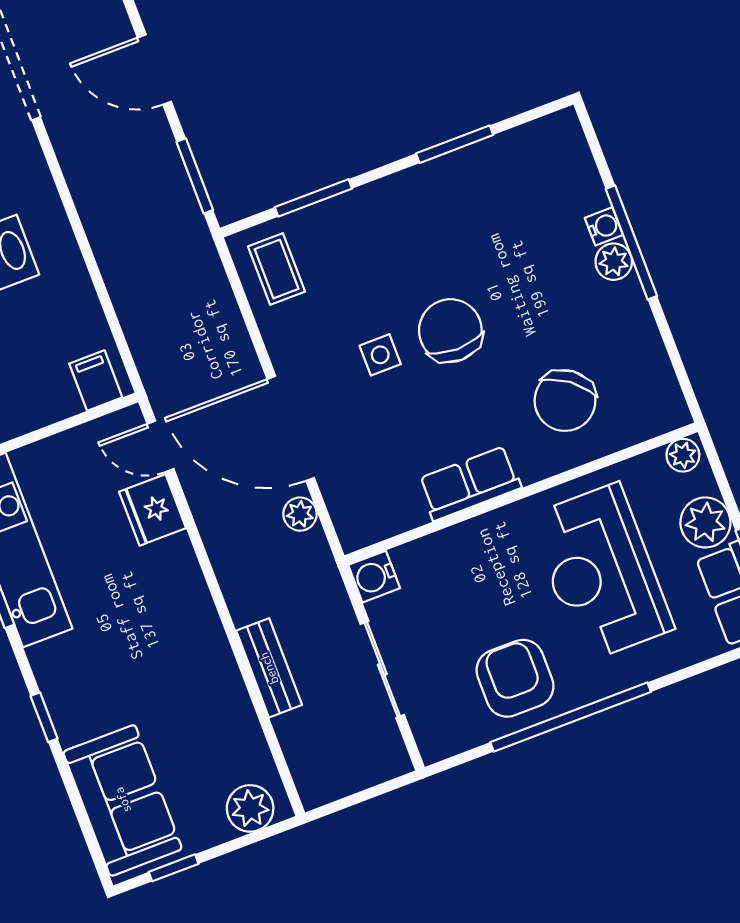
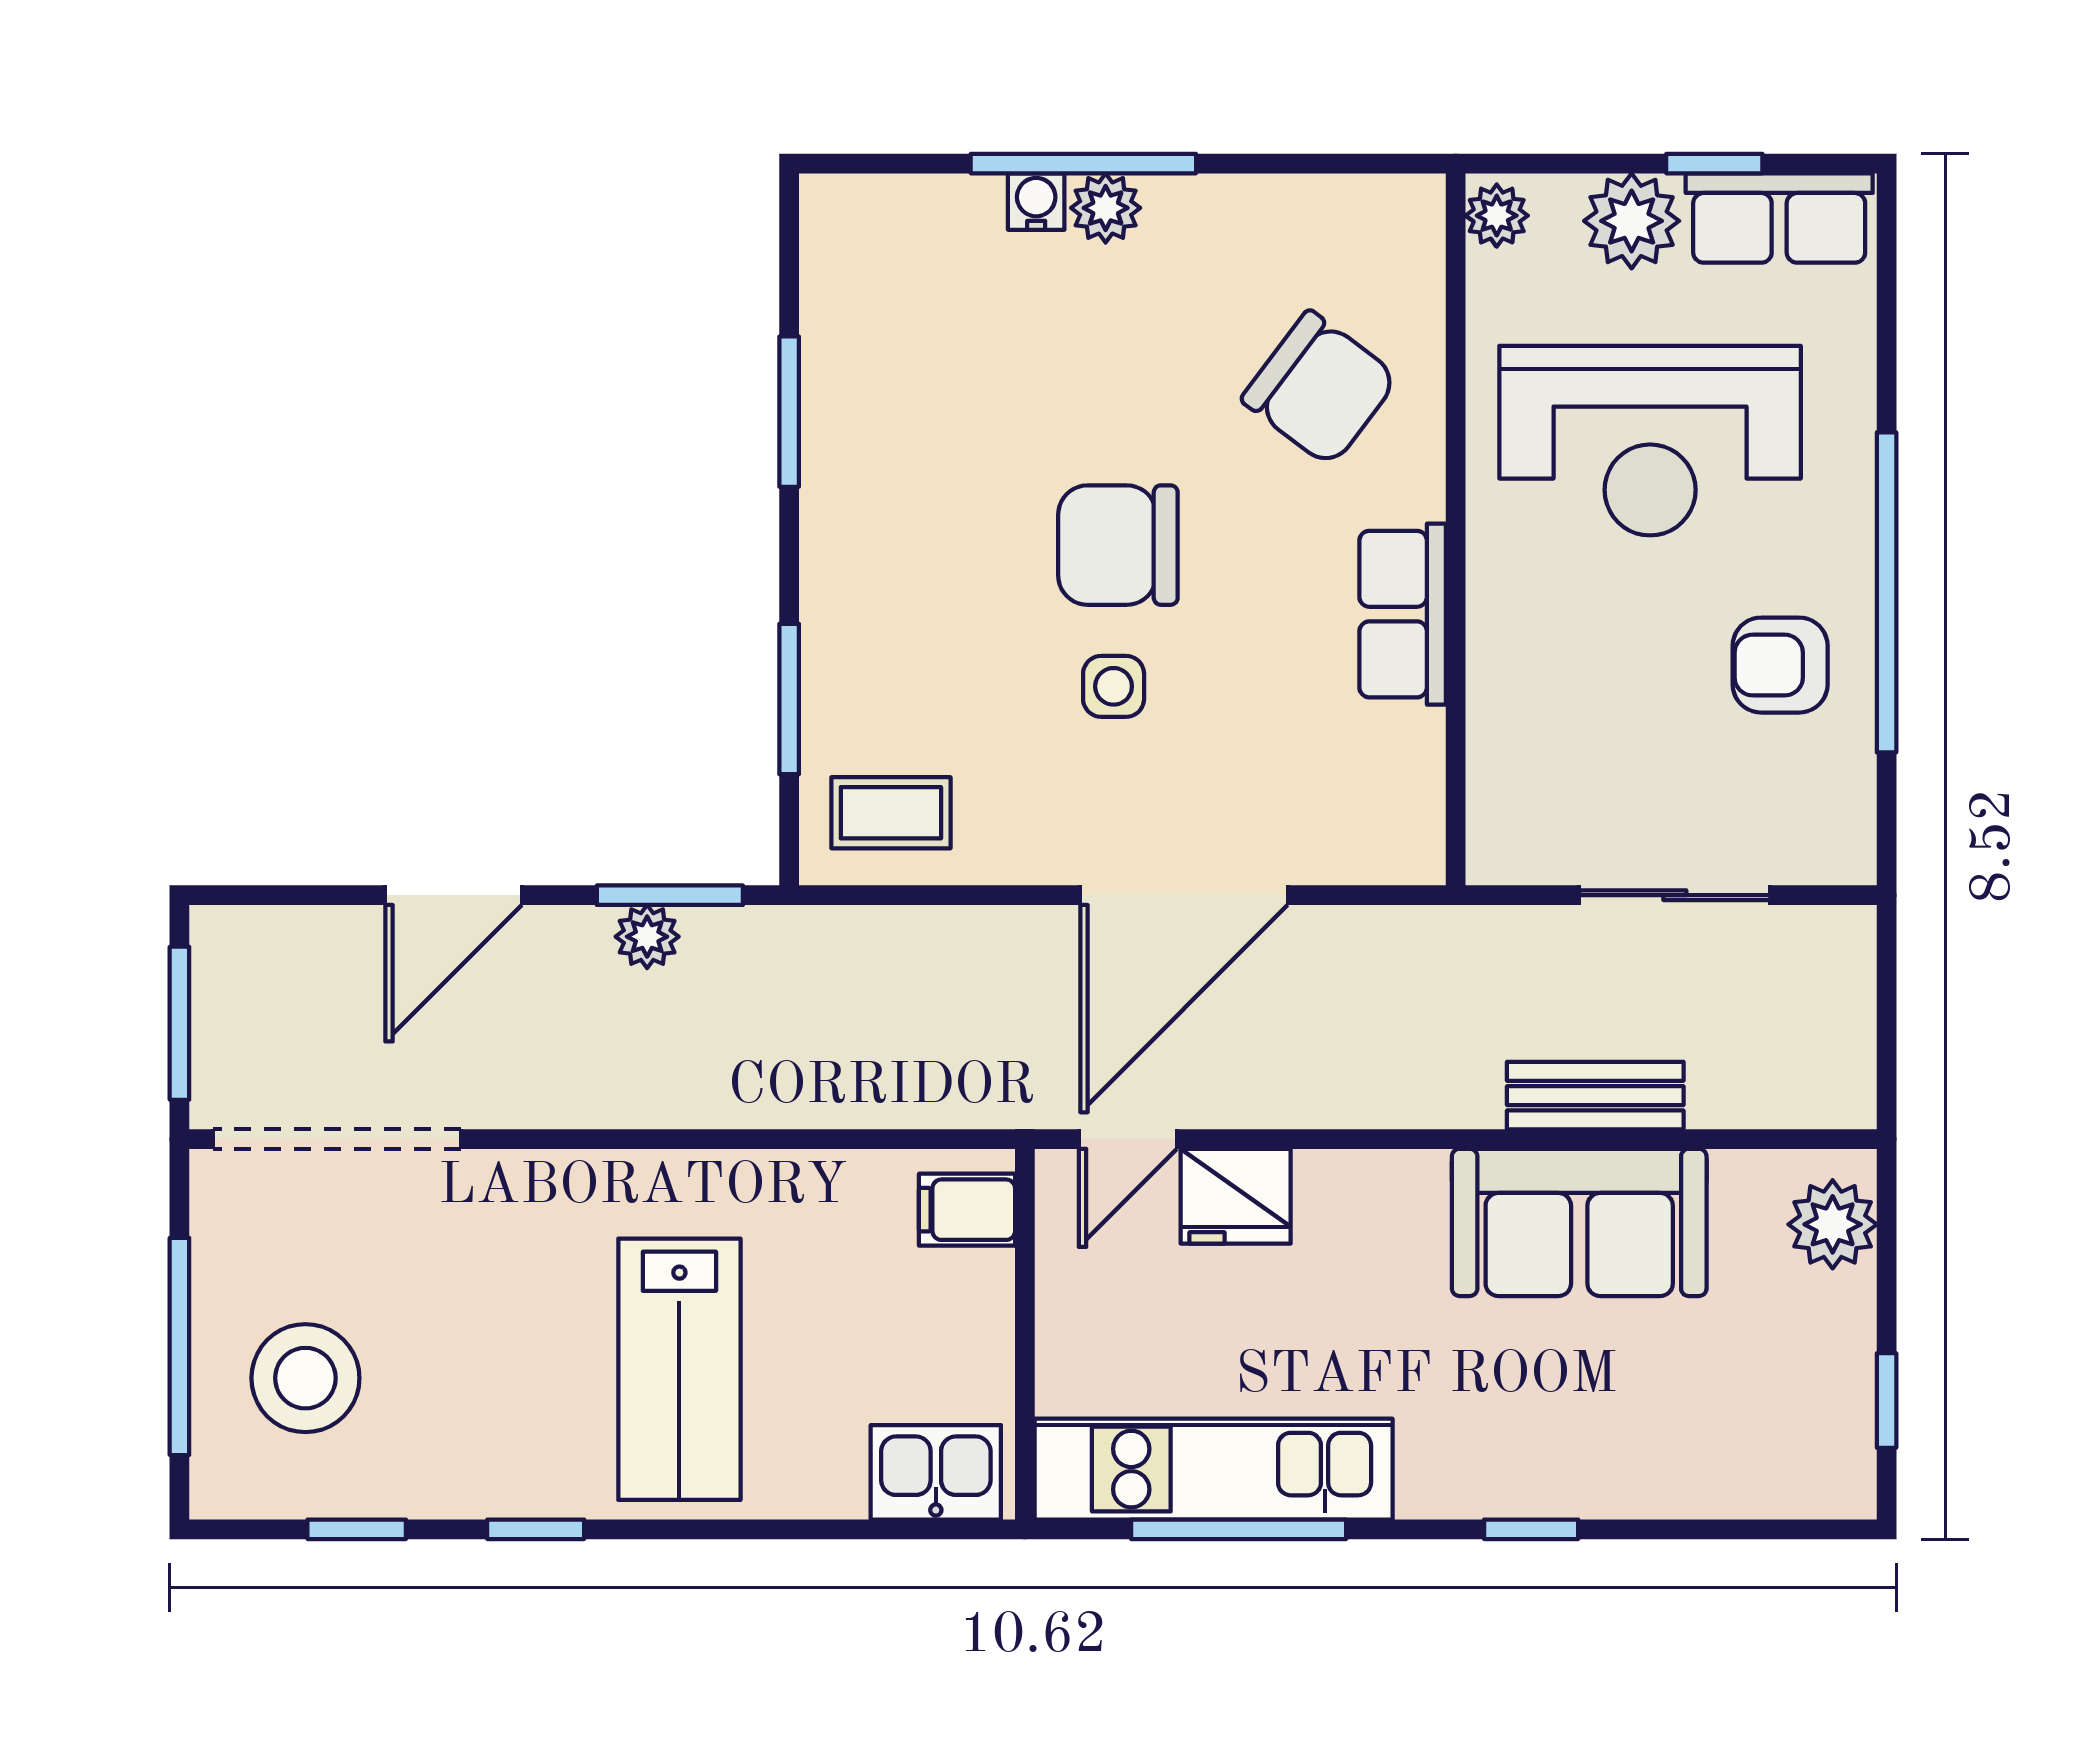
plant: (300, 514) -> (647, 937), moved
water cooler: (374, 577) -> (1504, 847), removed
armchair: (515, 678) -> (1780, 665), width x0.72, depth x0.72
sofa: (123, 800) -> (1579, 1222), moved, turned 180

